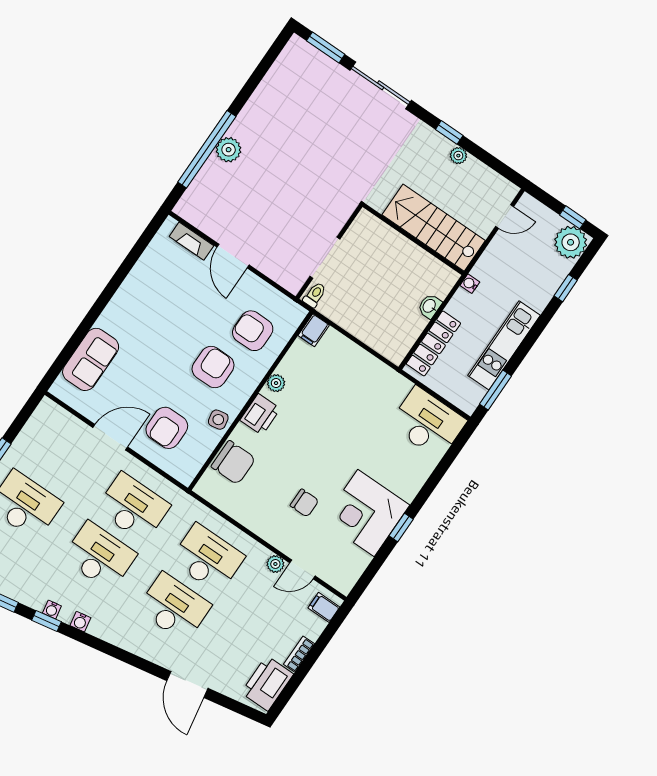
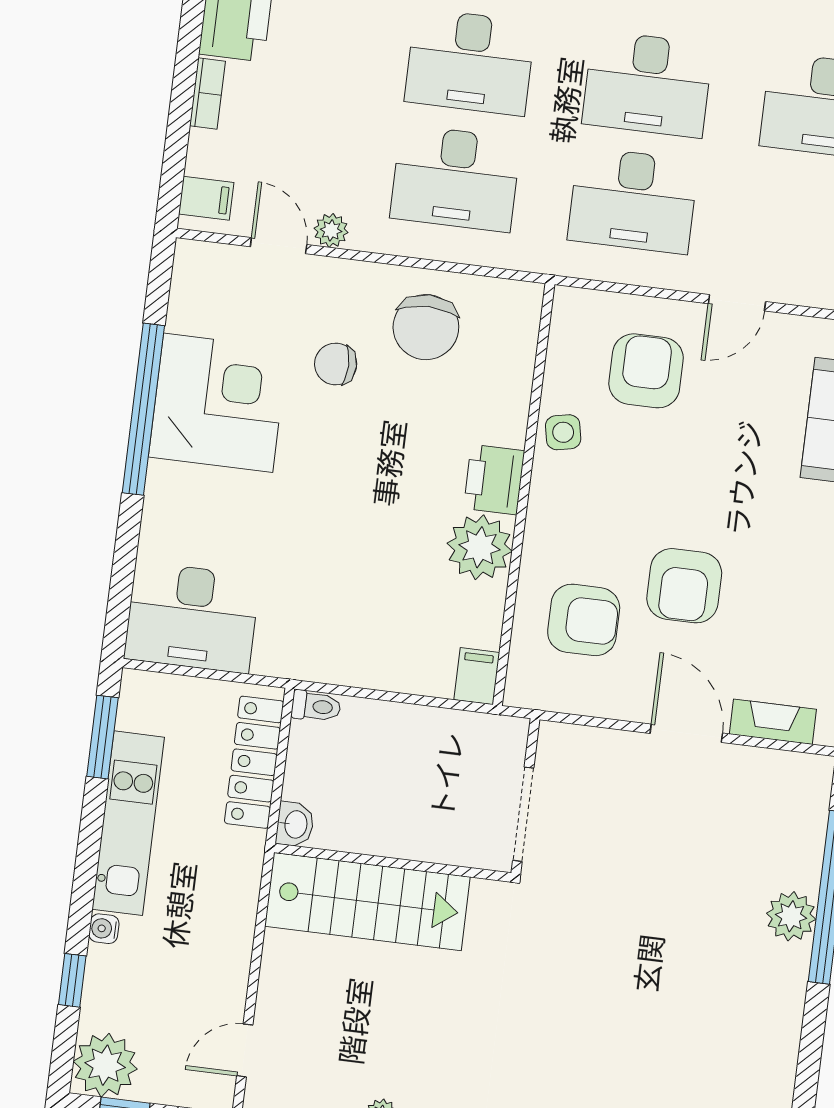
stairs: (434, 228) -> (367, 902), moved
wall: (413, 239) -> (393, 863), moved
water cooler: (470, 284) -> (104, 929), moved, turned 180
toilet: (315, 295) -> (316, 706), moved, turned -90
armchair: (213, 367) -> (684, 586), moved
plant: (276, 383) -> (480, 547), width x1.87, depth x1.87
door: (110, 437) -> (737, 303), width x0.73
chair: (233, 463) -> (426, 327), moved, turned -90
window: (401, 527) -> (143, 409), width x3.17
door: (302, 569) -> (279, 246), hinge flipped

